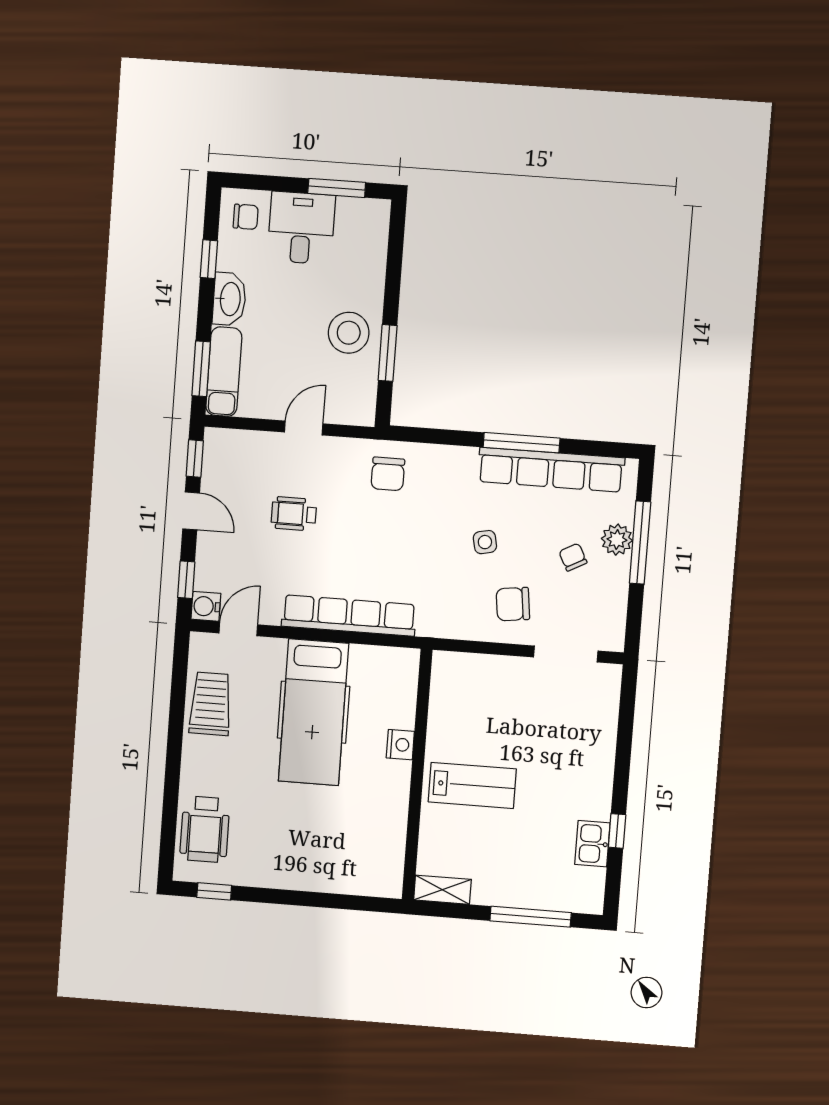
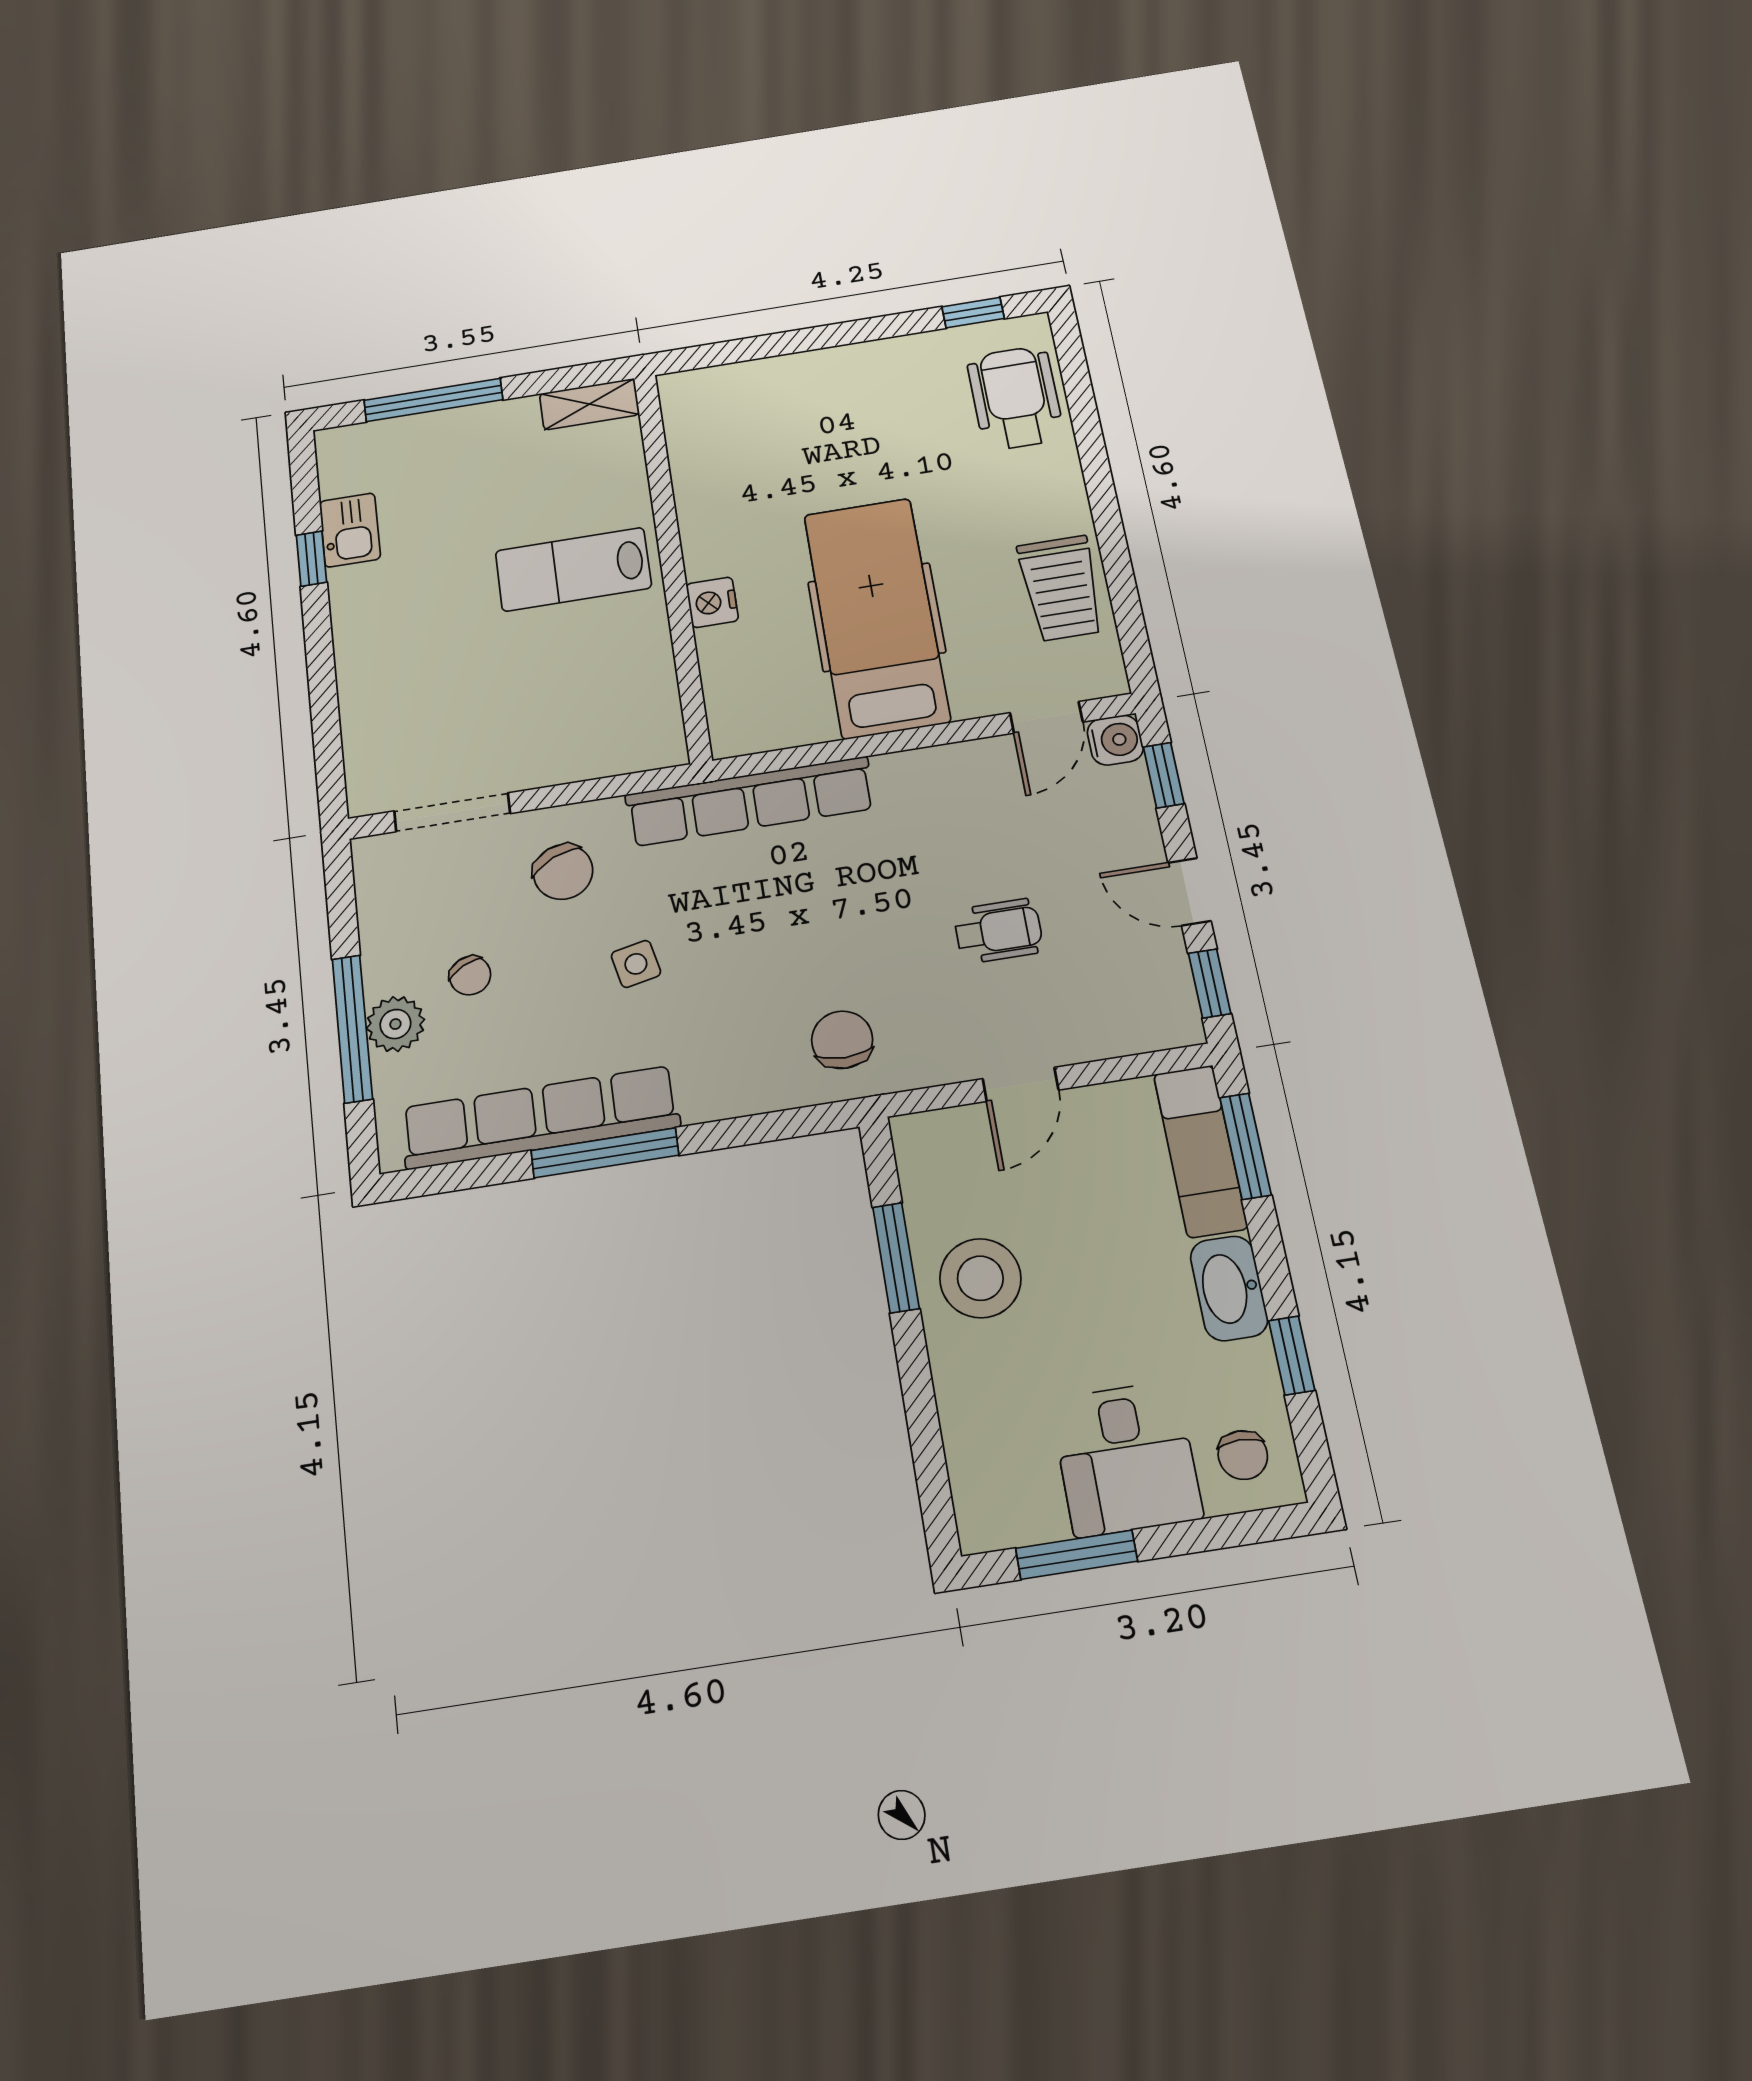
chair: (246, 217) -> (1243, 1455), turned -90
chair: (513, 604) -> (563, 872), turned 72
row of seats: (349, 616) -> (750, 801), moved

